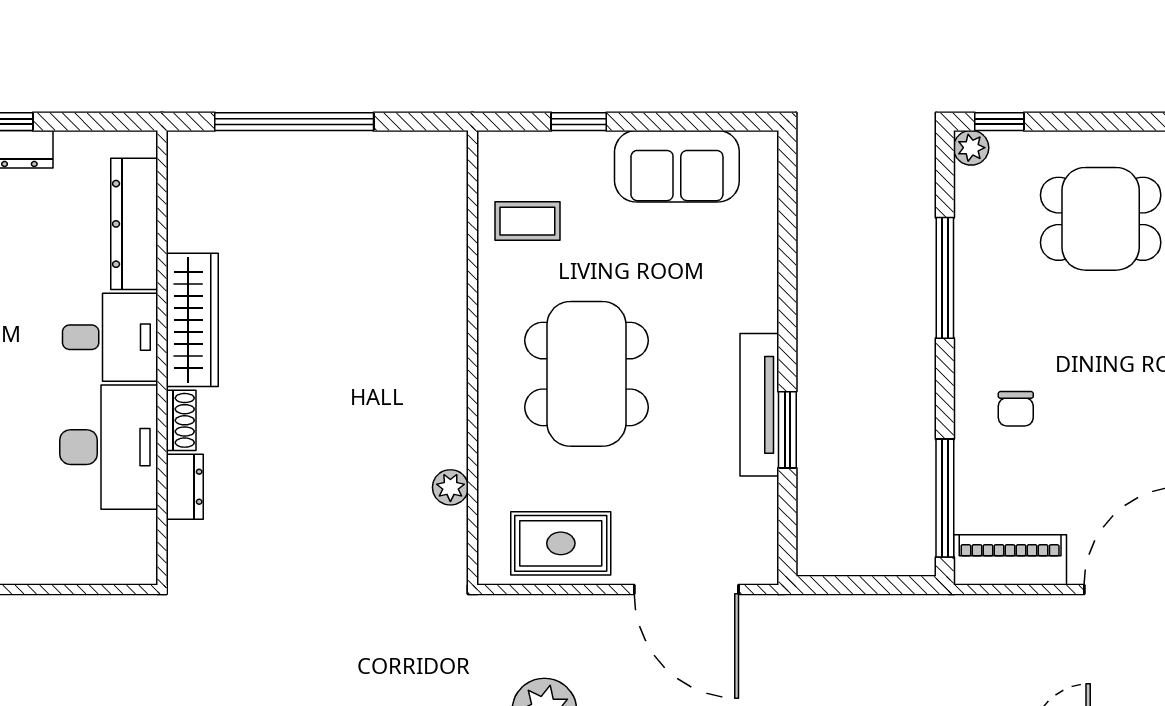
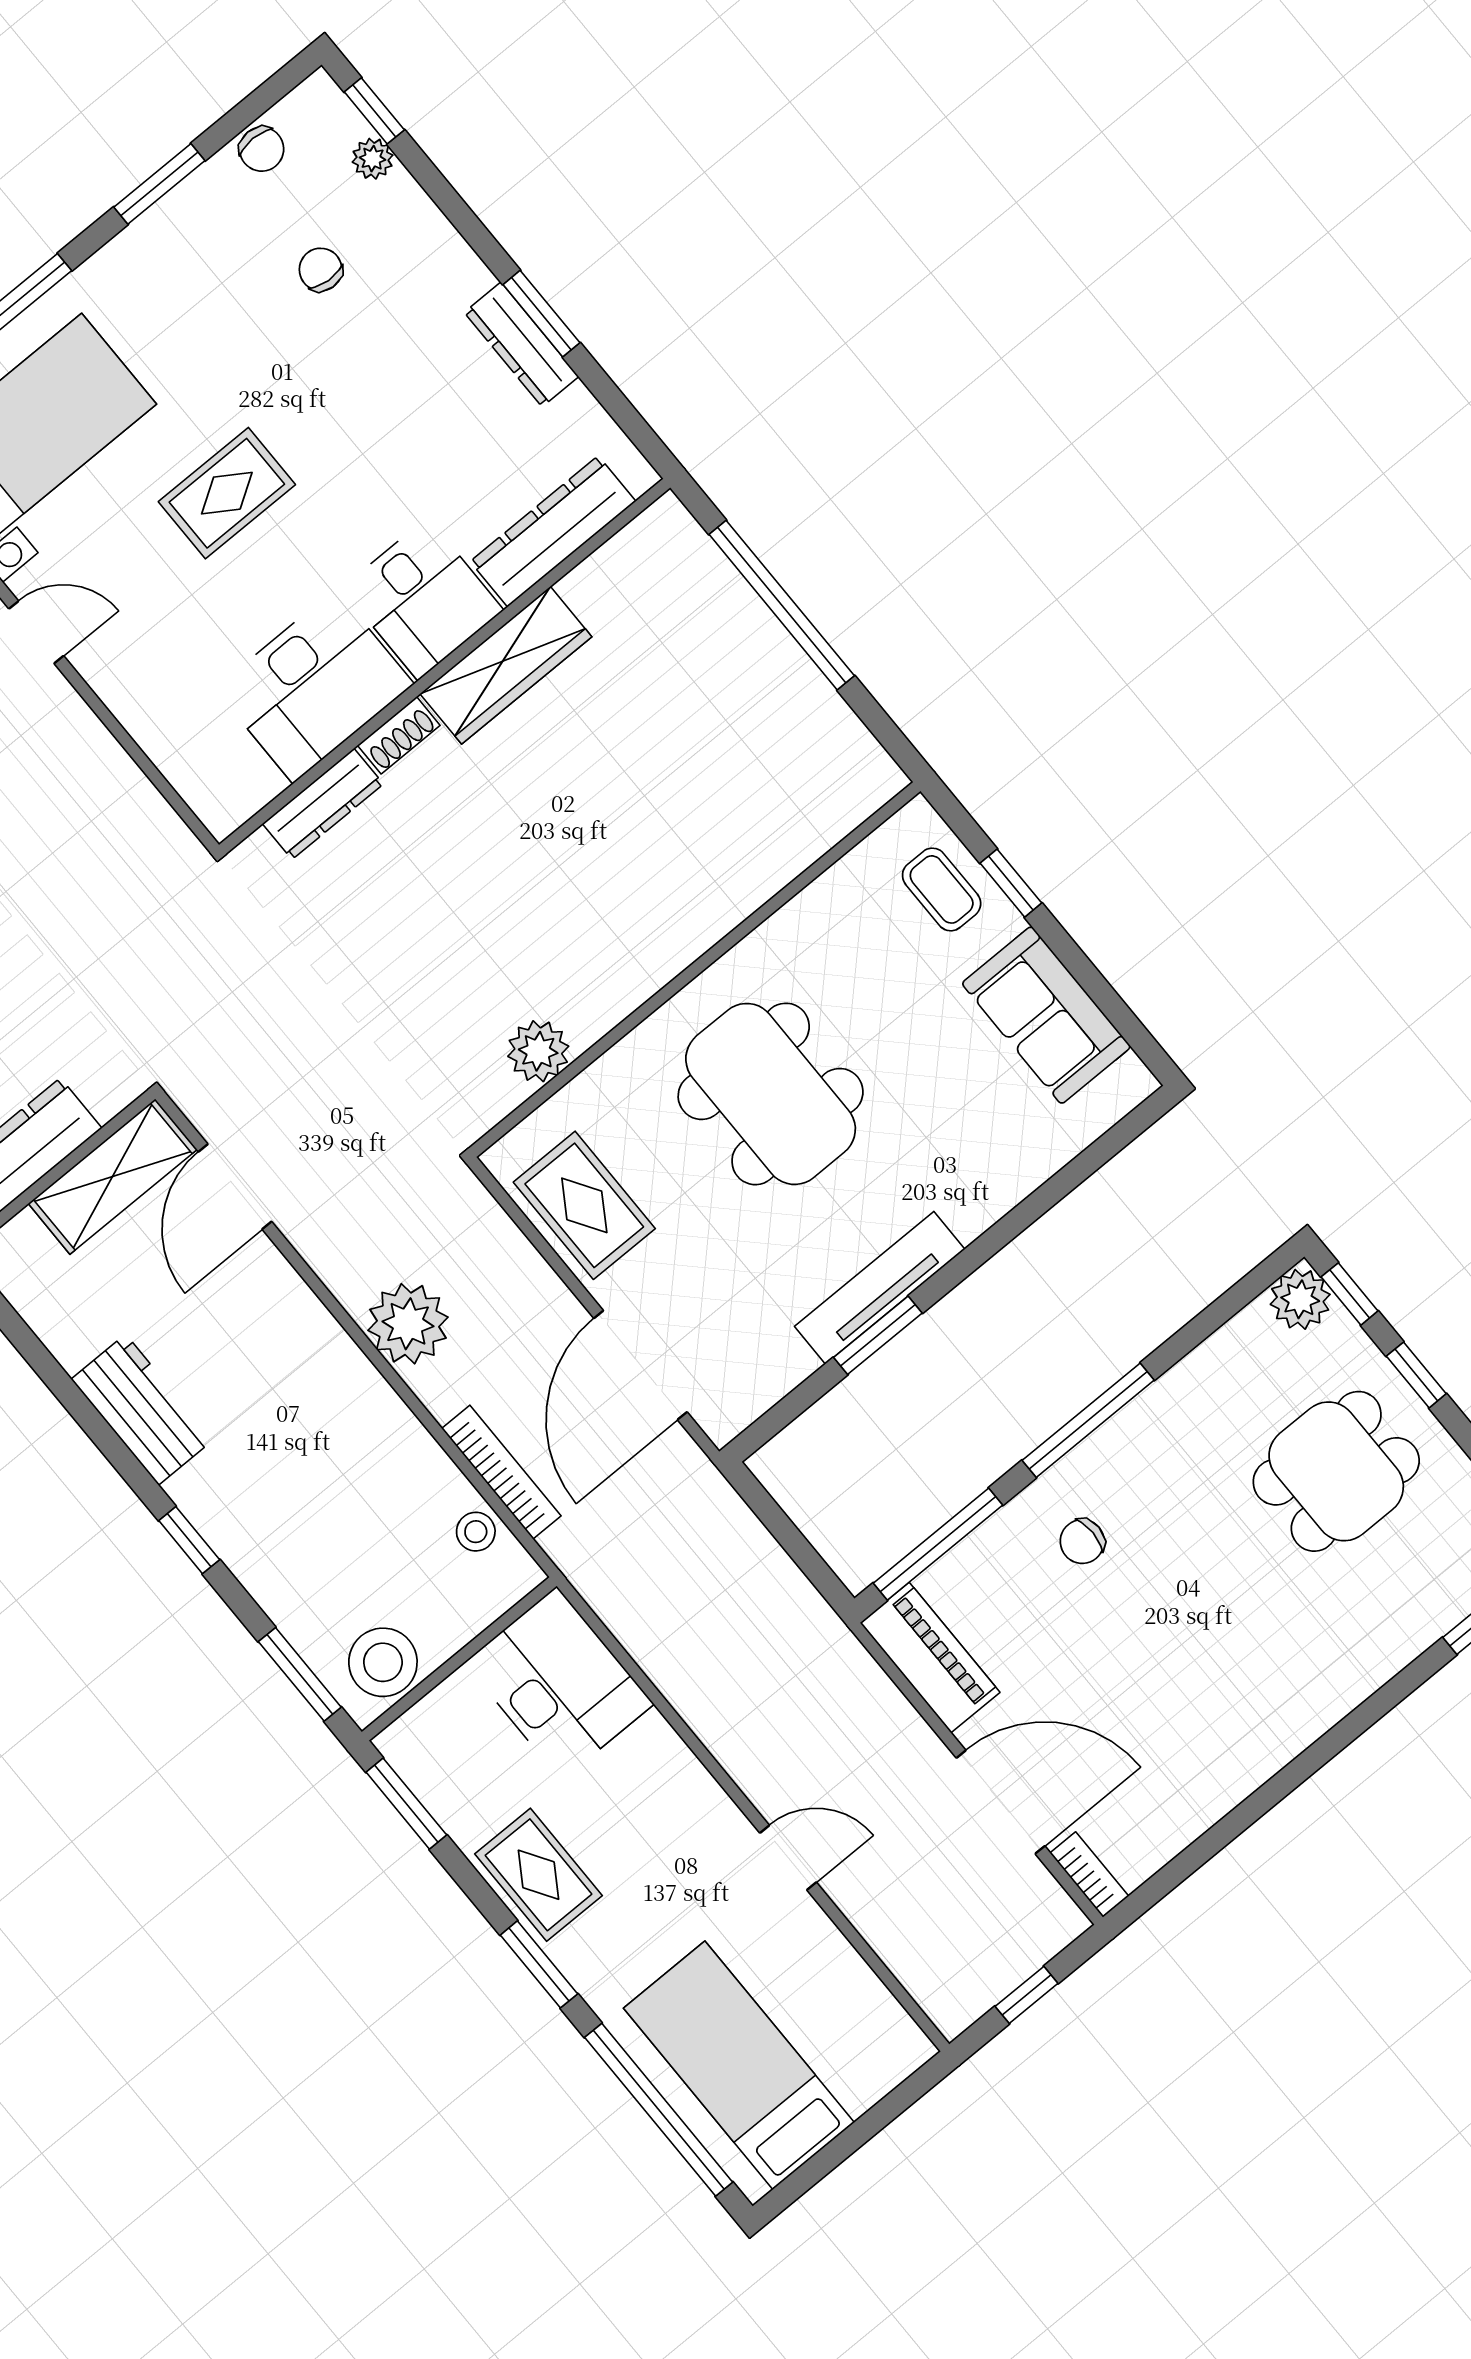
window: (1082, 122) -> (1416, 1375), added
plant: (971, 148) -> (1300, 1299), width x1.38, depth x1.38
dining table: (1101, 219) -> (1336, 1471), turned 90
coffee table: (527, 221) -> (942, 889), moved
window: (945, 278) -> (1088, 1420), moved
dining table: (586, 374) -> (771, 1094), turned 90
dresser: (185, 487) -> (323, 804), width x1.44
plant: (450, 487) -> (538, 1051), width x1.38, depth x1.38

